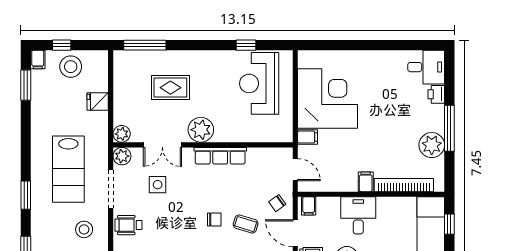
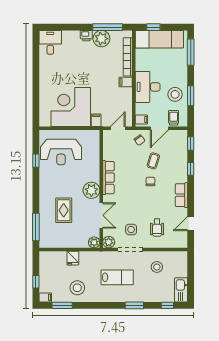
stool: (71, 67) -> (77, 288), moved
printer: (436, 94) -> (86, 36), moved
window: (449, 128) -> (108, 27), moved
lab bench: (68, 169) -> (117, 277), width x0.73, depth x0.72
side table: (158, 185) -> (131, 230), moved
desk: (358, 215) -> (148, 87), width x1.37
wheelchair: (128, 225) -> (157, 228), moved

